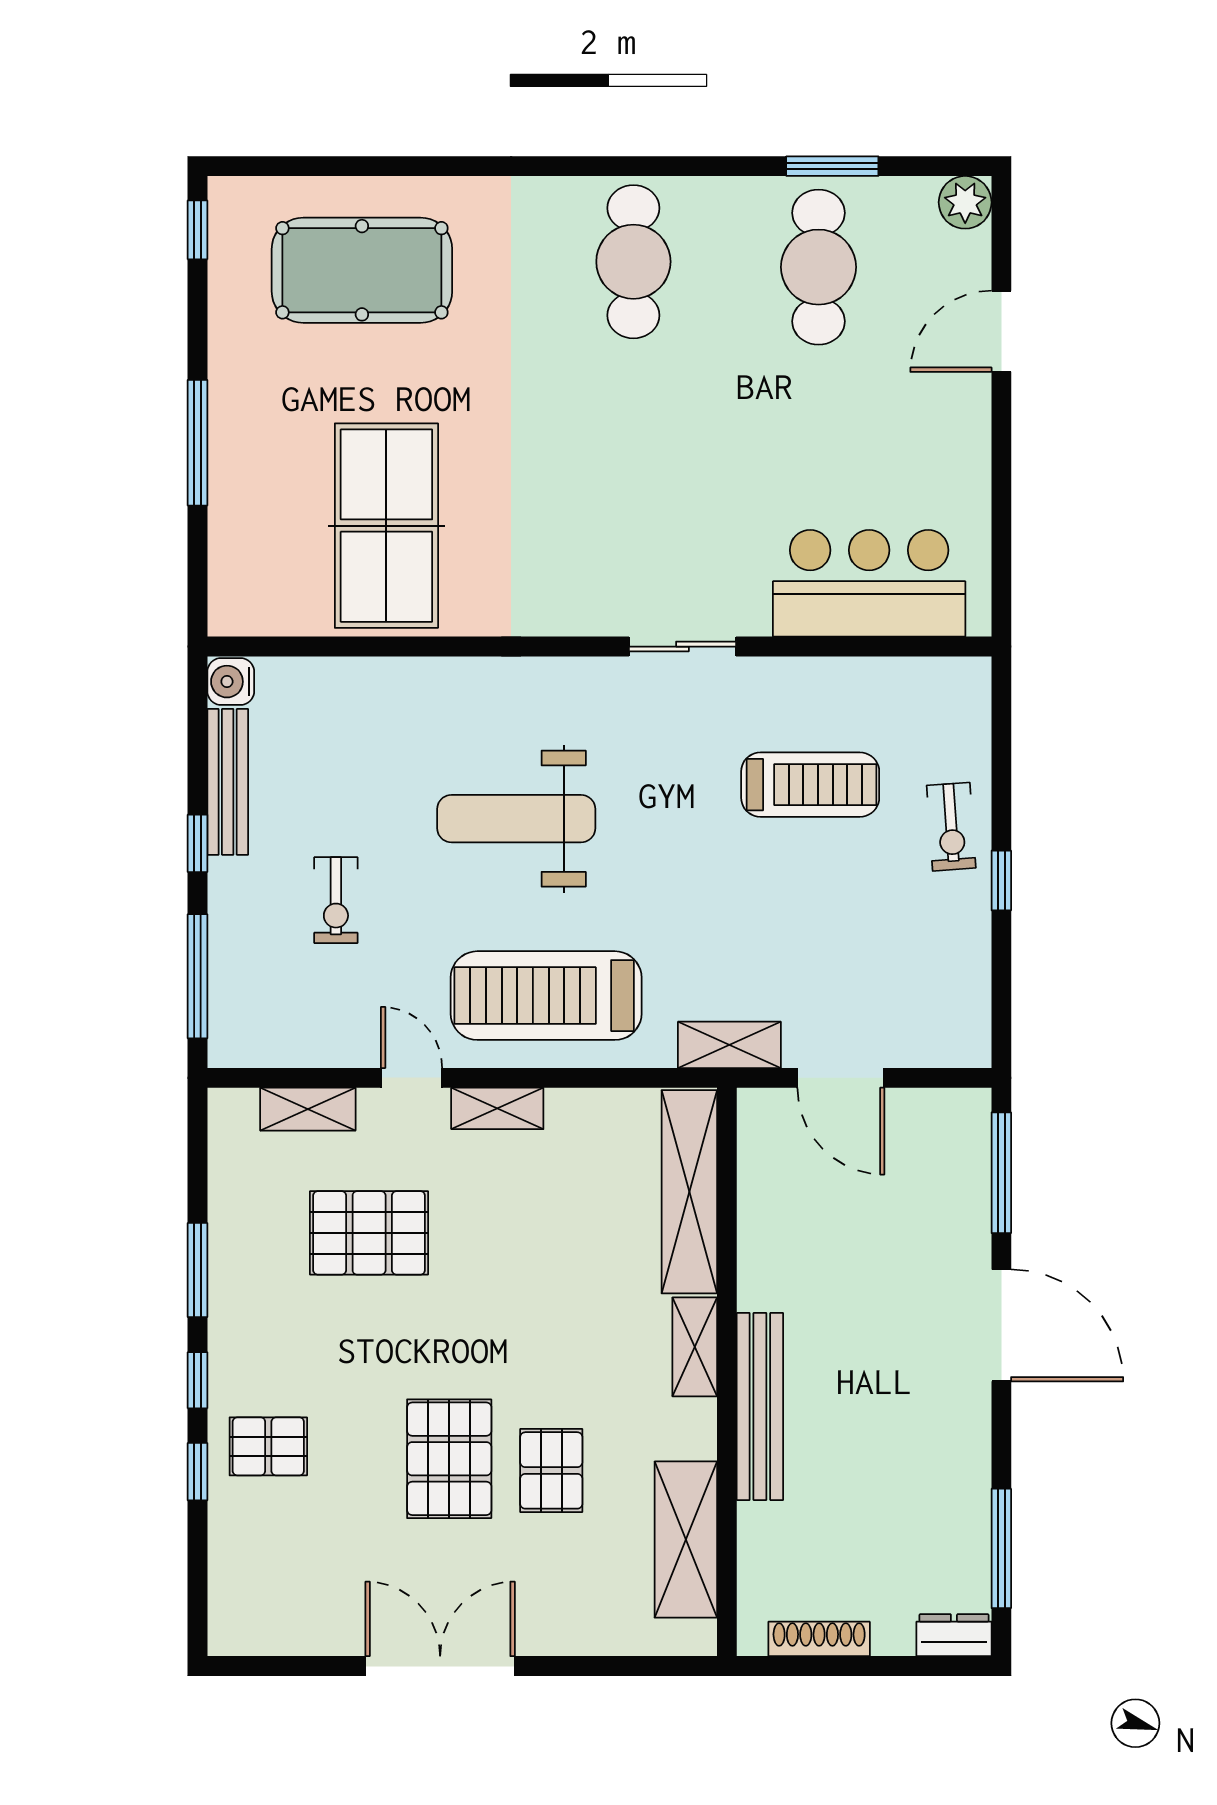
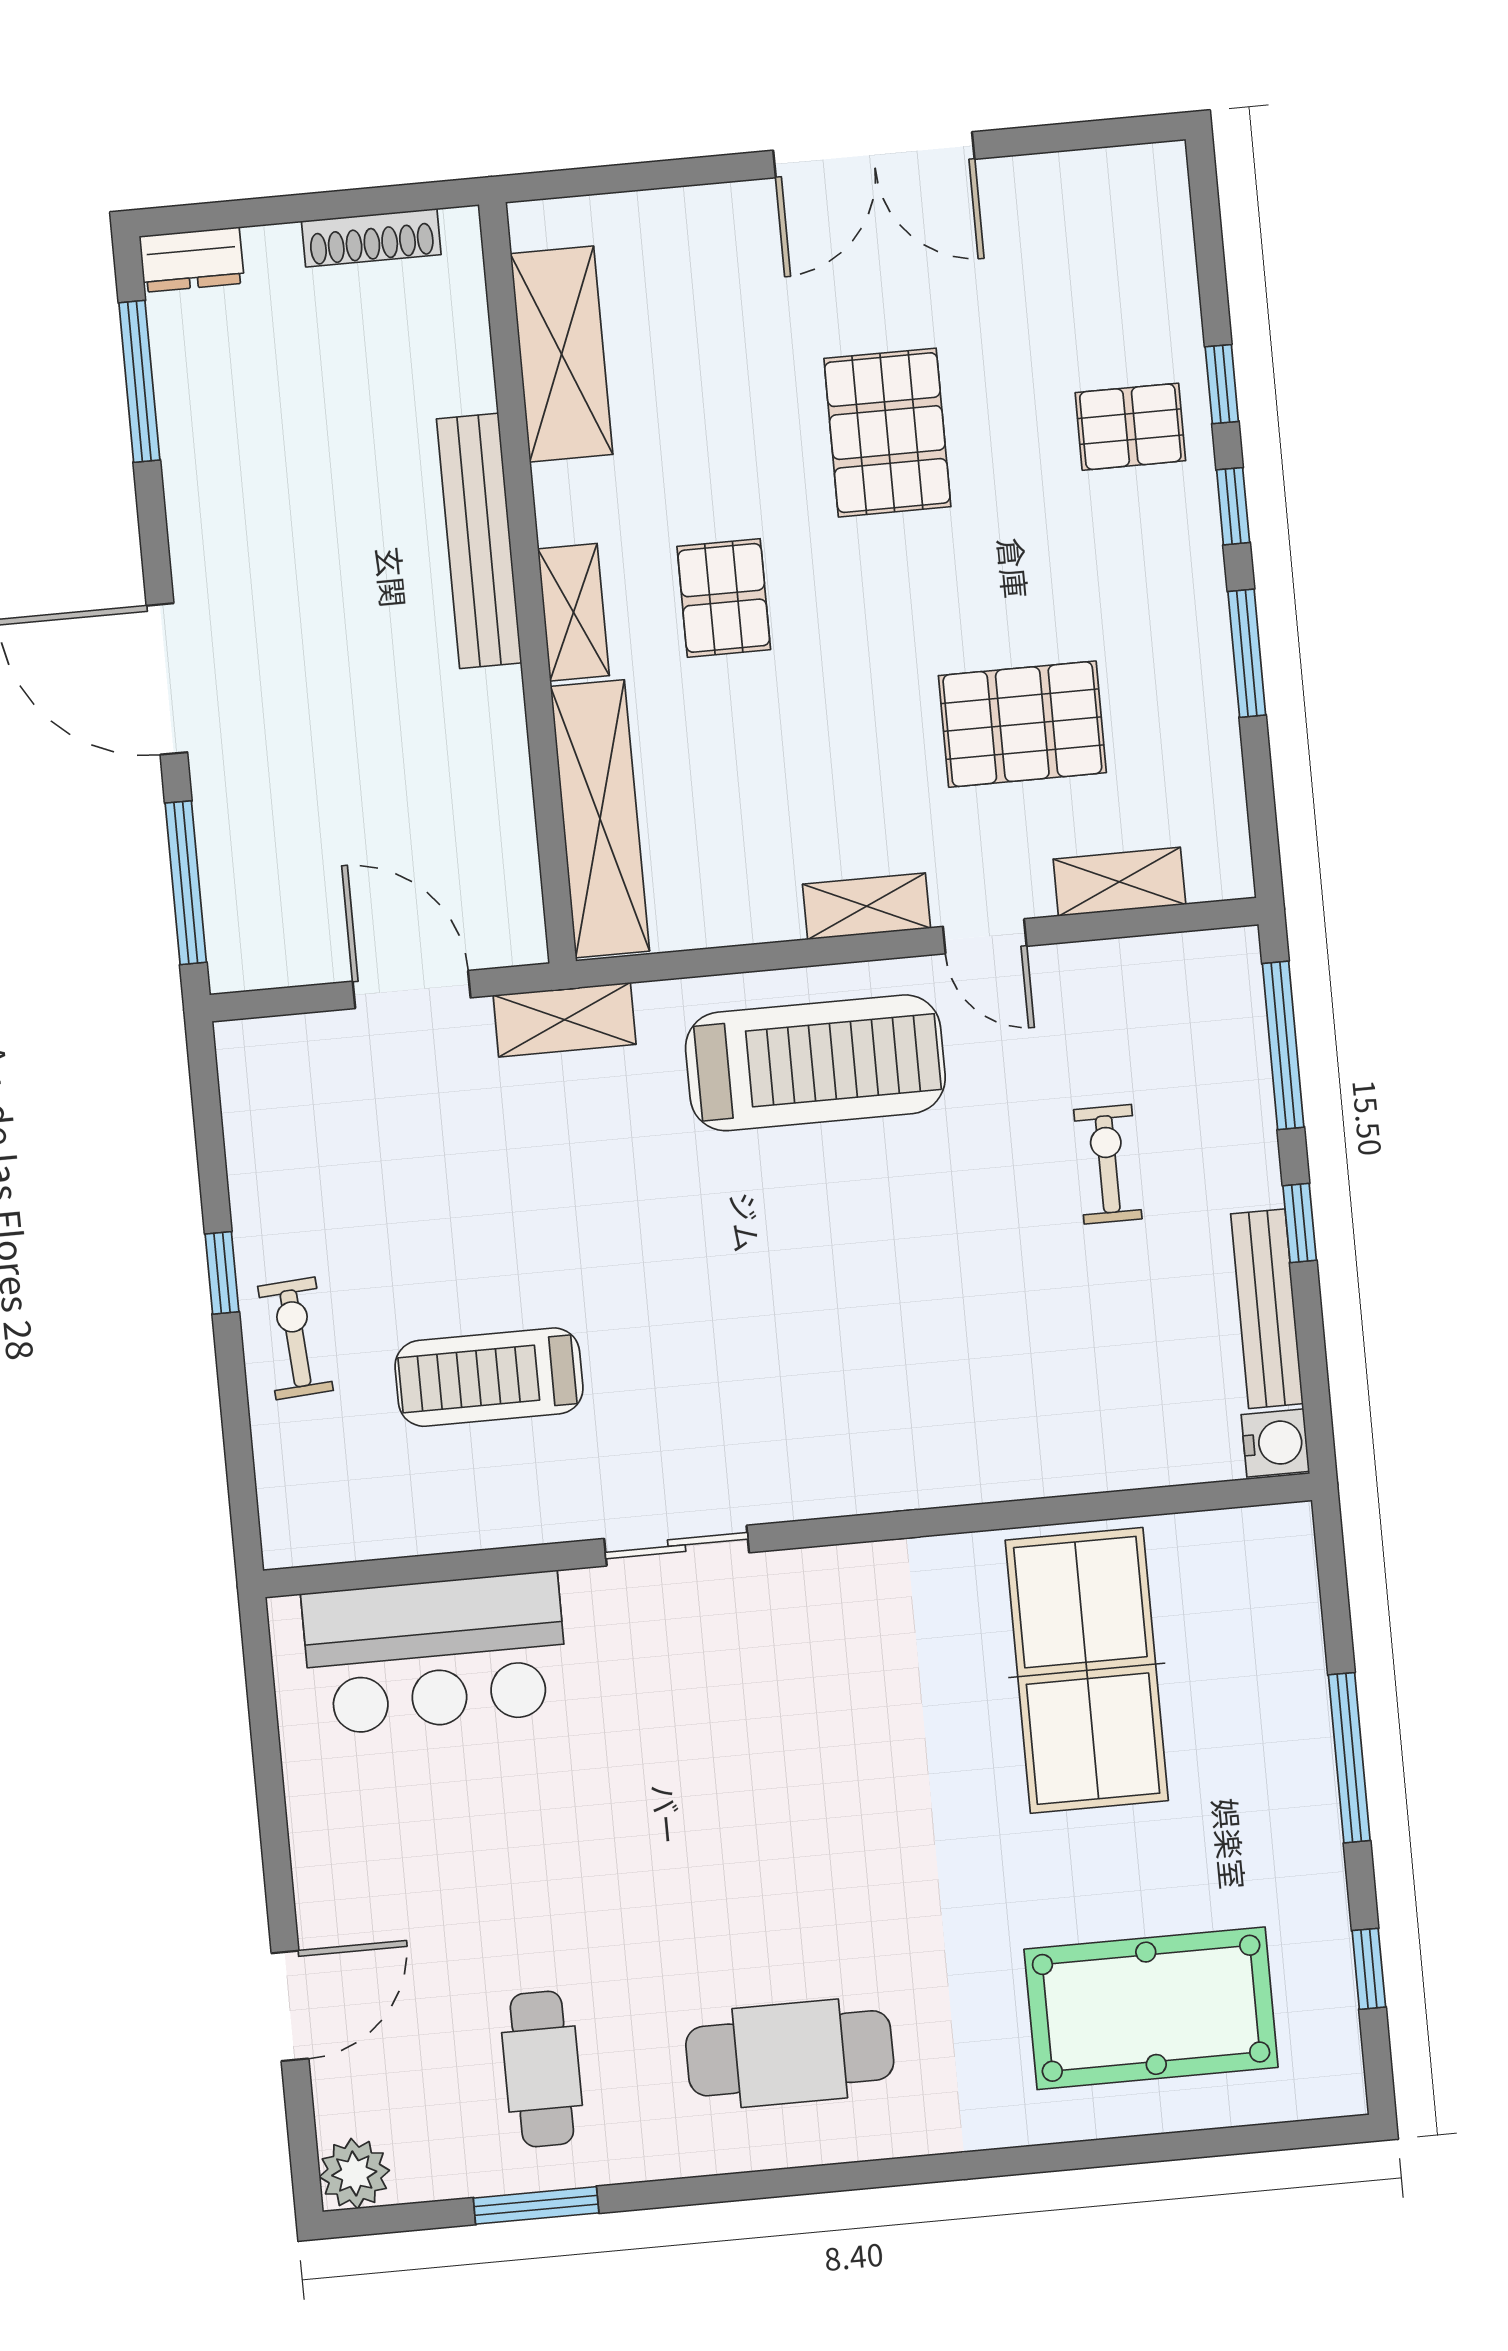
window: (197, 230) -> (1369, 1969), moved
cafe table: (633, 262) -> (790, 2053), turned 90
cafe table: (819, 267) -> (542, 2069), width x0.73, depth x0.74
weight bench: (516, 819) -> (877, 1295), removed
pallet: (551, 1470) -> (724, 598), moved

